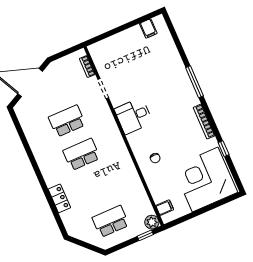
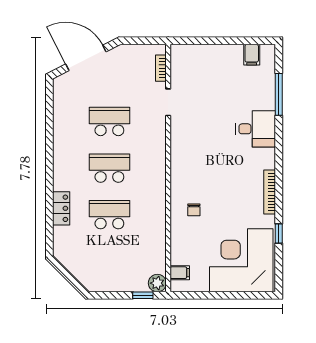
window: (195, 82) -> (279, 94), moved
desk: (134, 116) -> (256, 129), moved, turned 180
school desk: (111, 221) -> (109, 215), moved

